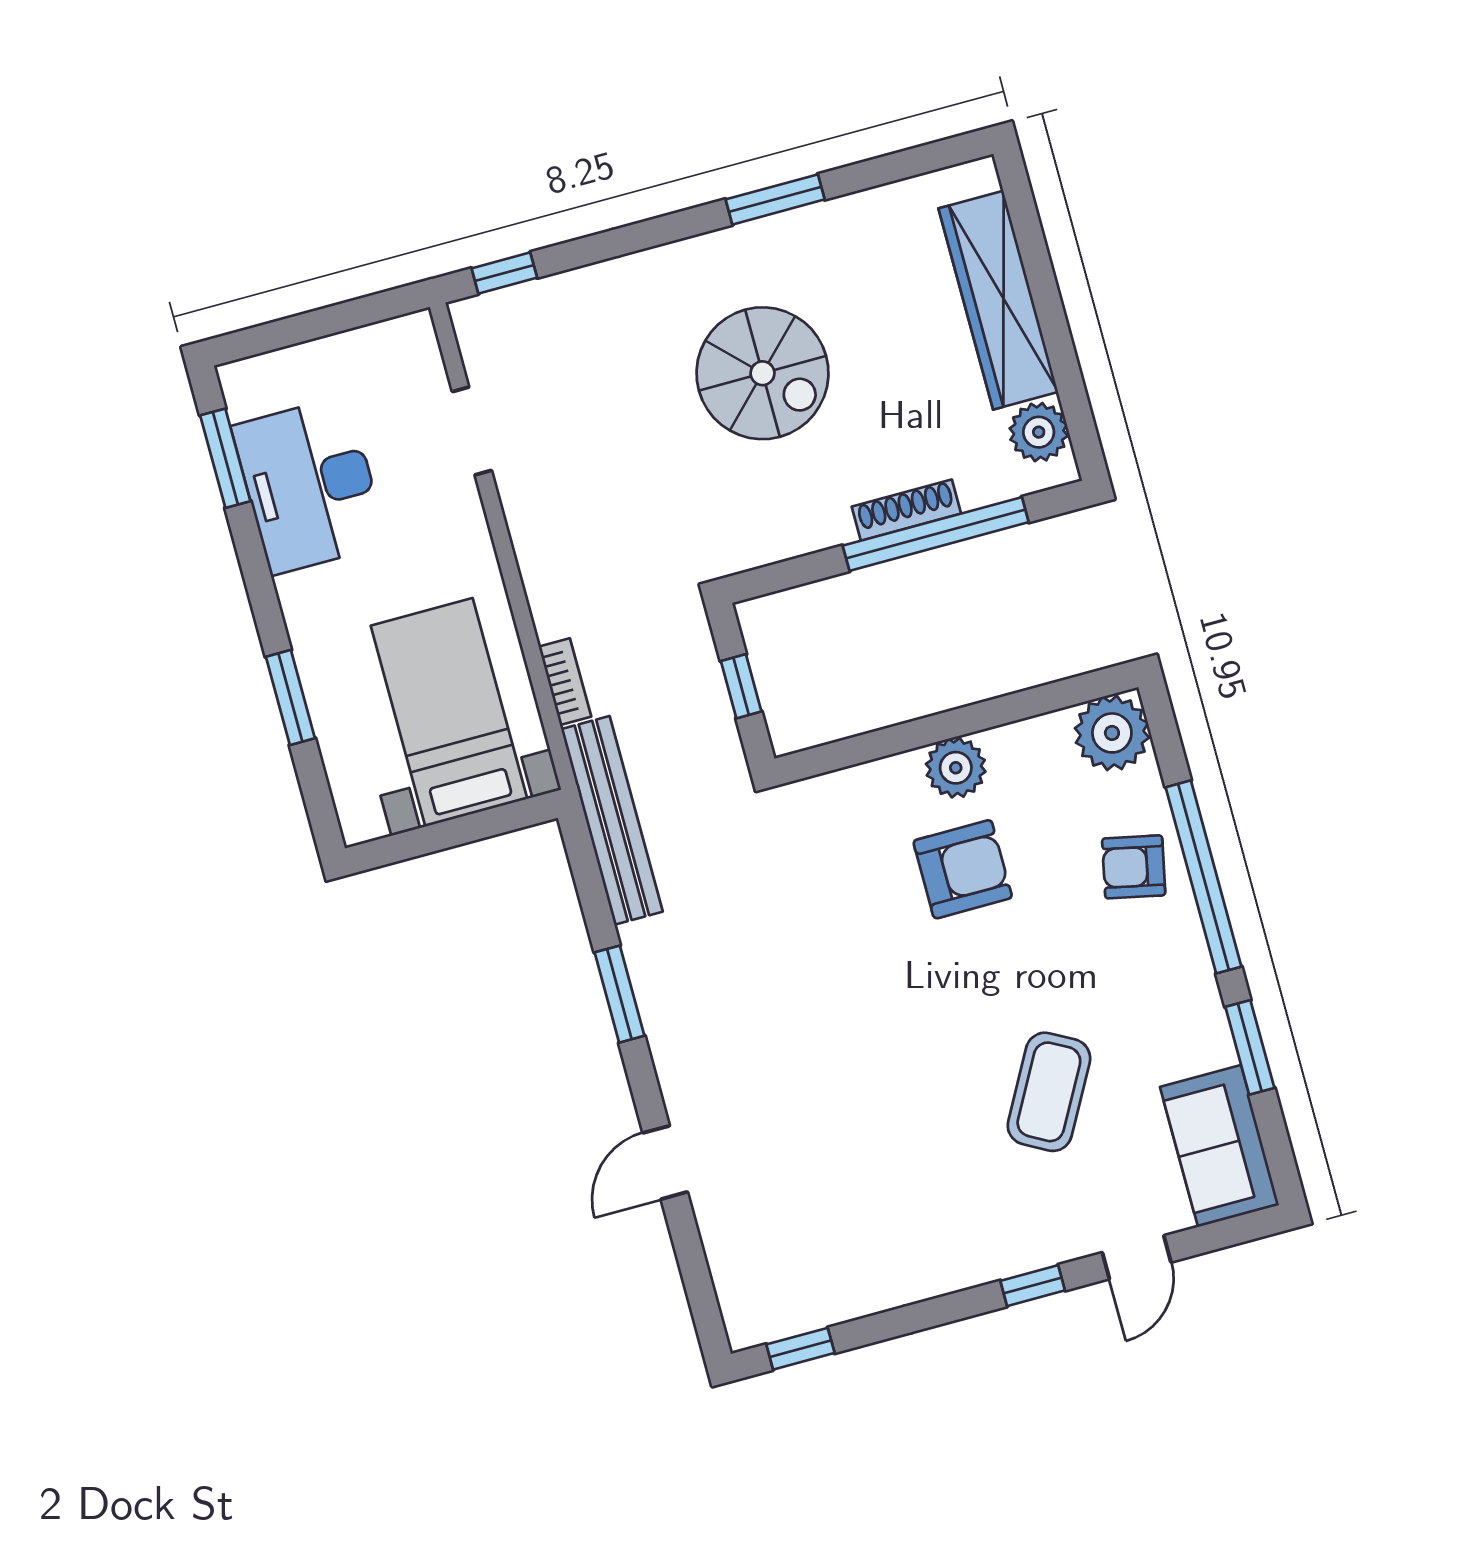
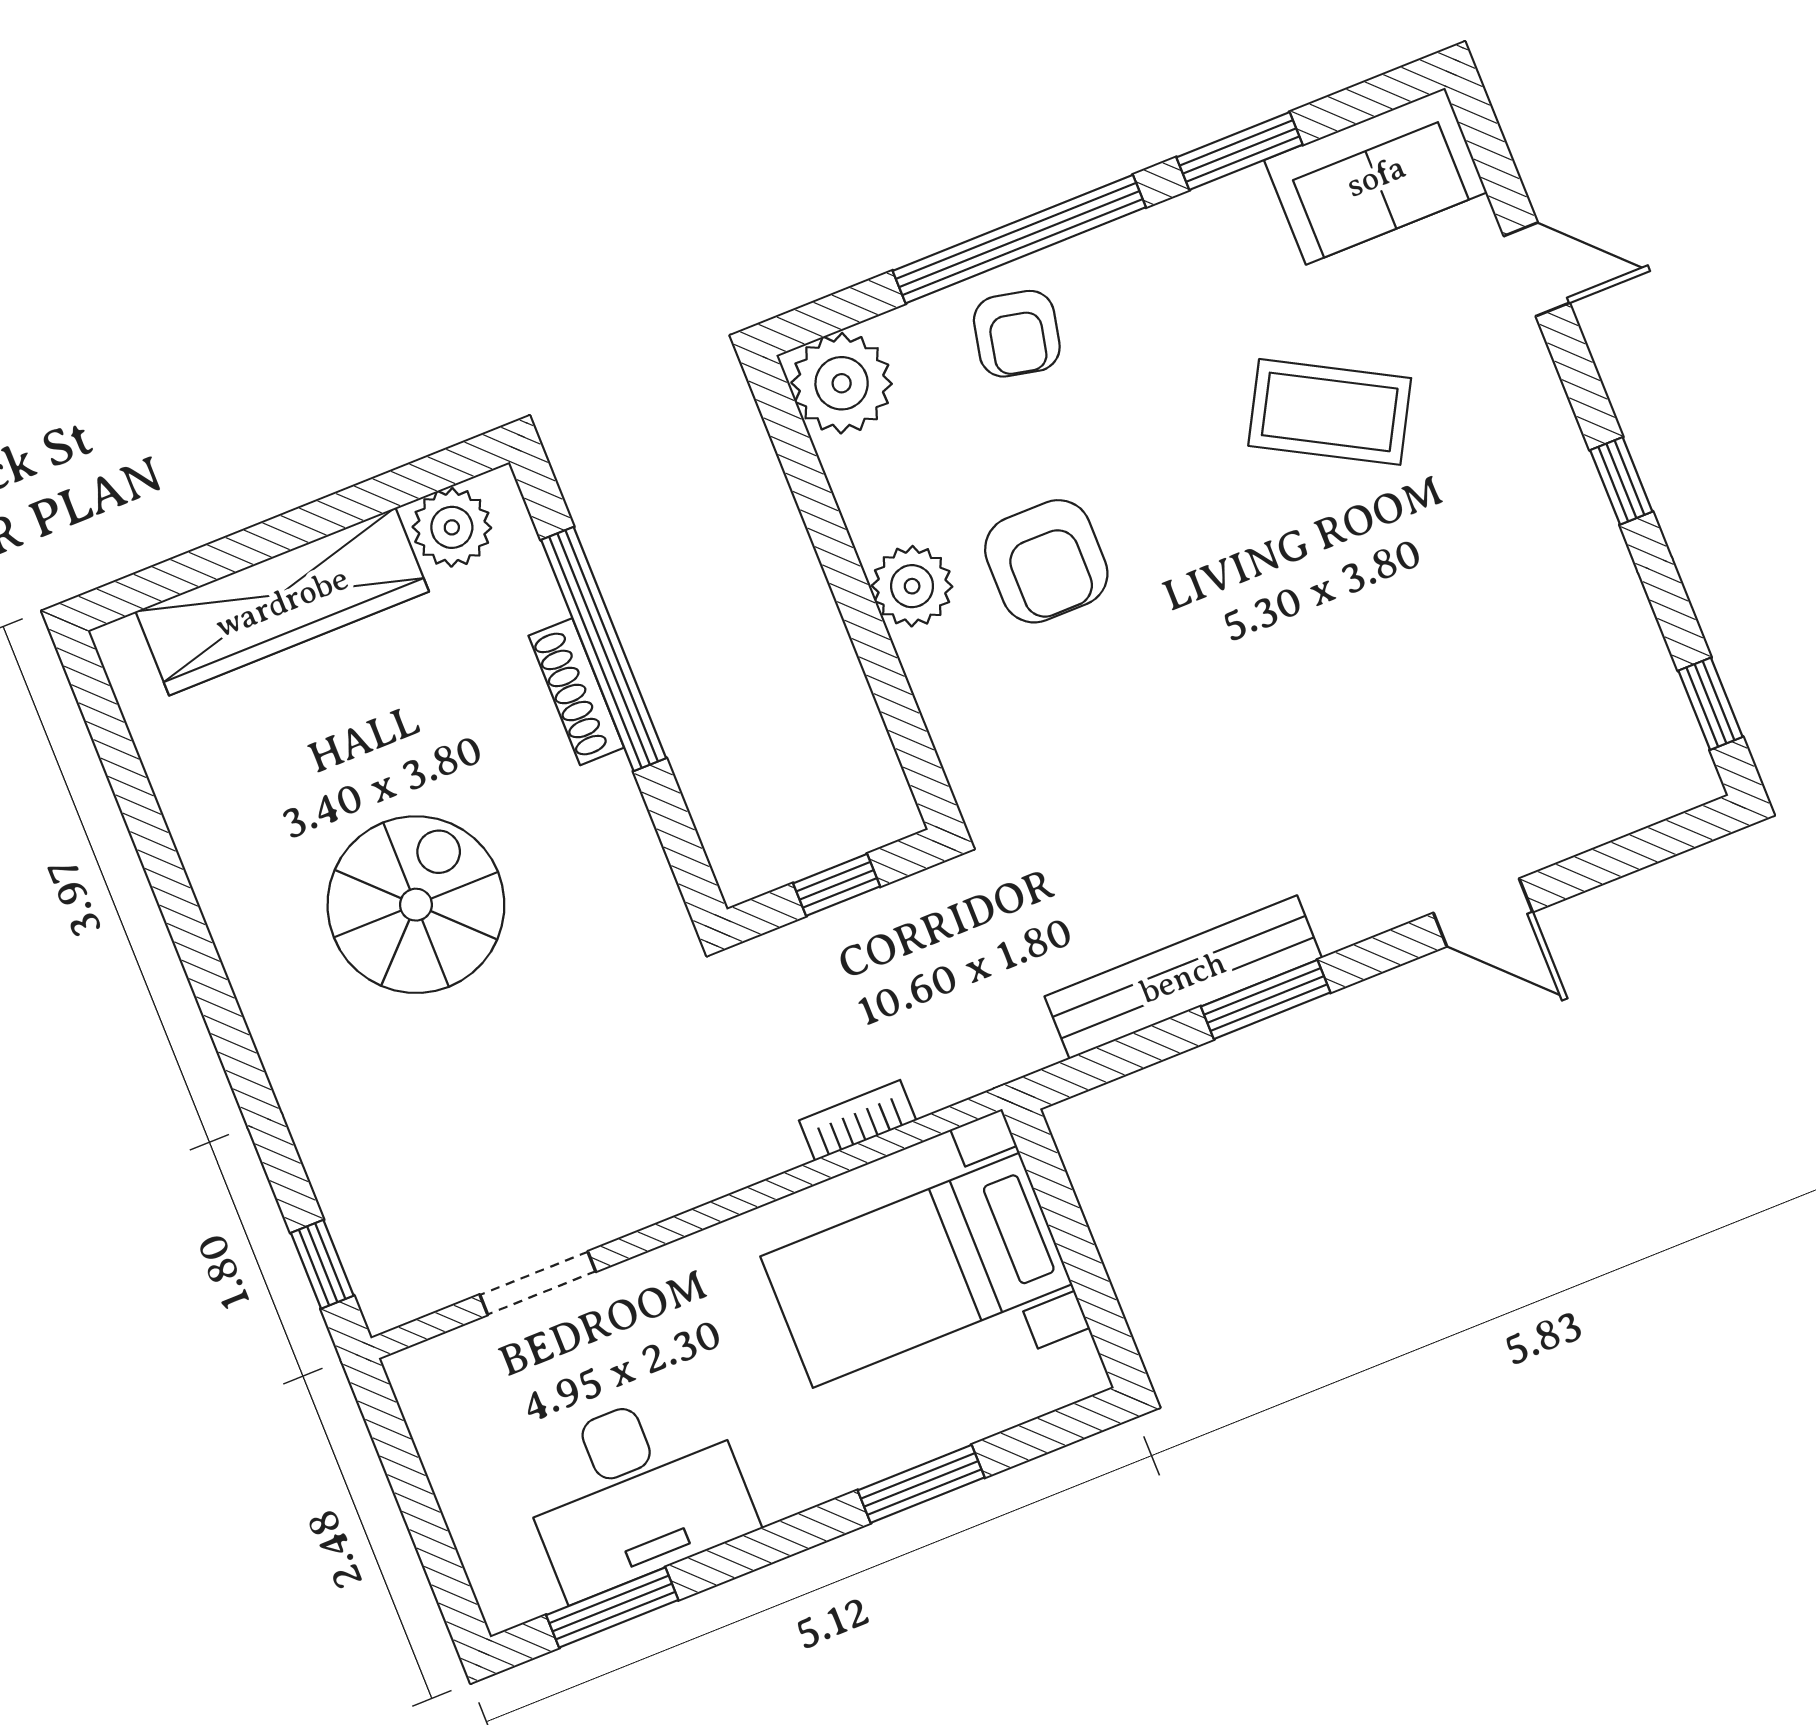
window: (775, 199) -> (182, 915), removed
bench: (612, 820) -> (1183, 977), moved
armchair: (963, 869) -> (1046, 561), turned 180
window: (1033, 1286) -> (1621, 481), moved

